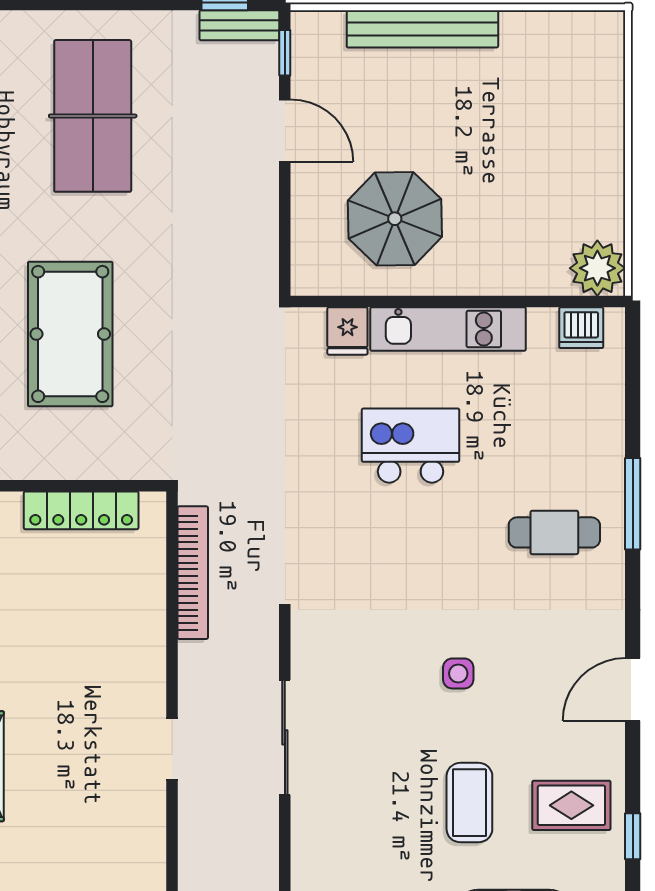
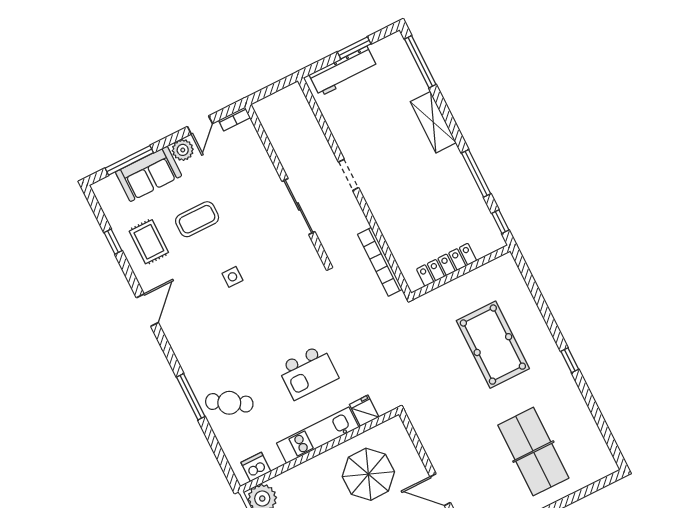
cafe table: (554, 532) -> (229, 403), moved, turned 31
coffee table: (469, 803) -> (197, 219), turned 90
rug: (571, 805) -> (149, 242), turned 90

